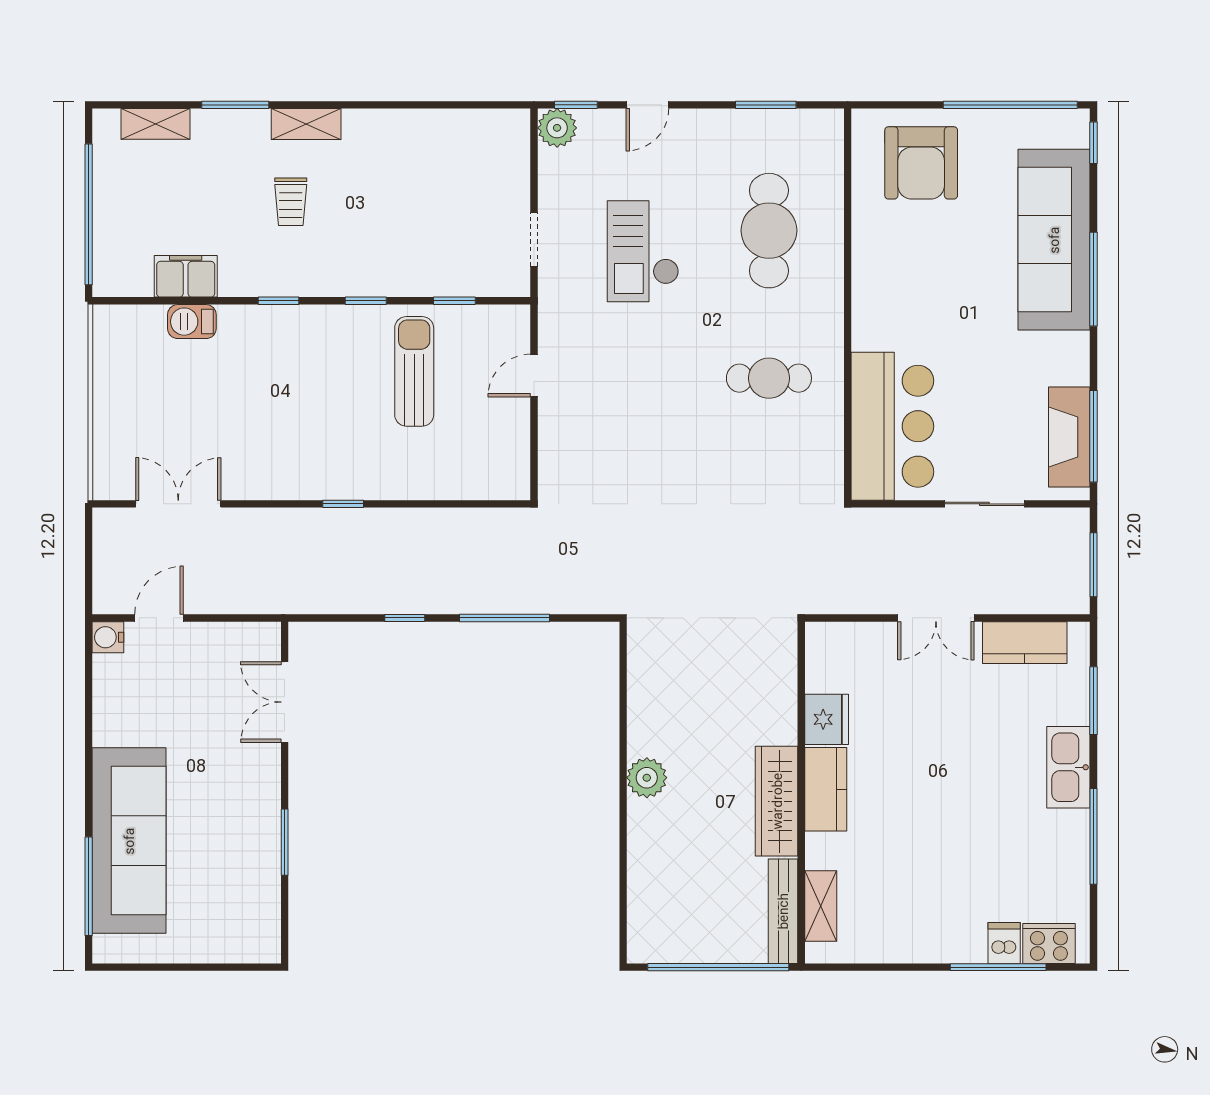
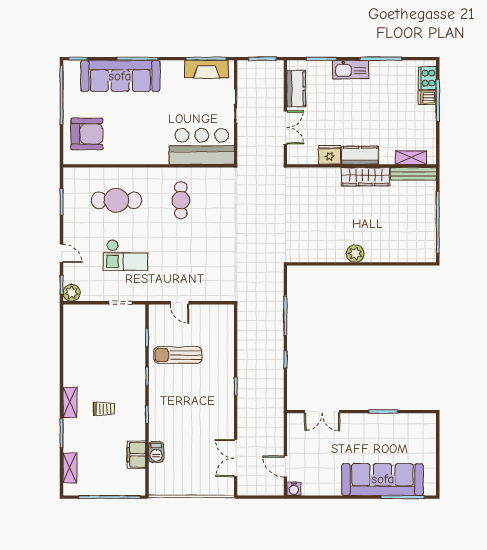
fridge: (827, 719) -> (330, 155), moved
kitchen counter: (826, 789) -> (360, 155), moved
wall: (801, 793) -> (362, 166), moved
wardrobe: (777, 801) -> (365, 177), moved
shelving: (821, 906) -> (411, 157), moved
bench: (783, 911) -> (413, 174), moved

